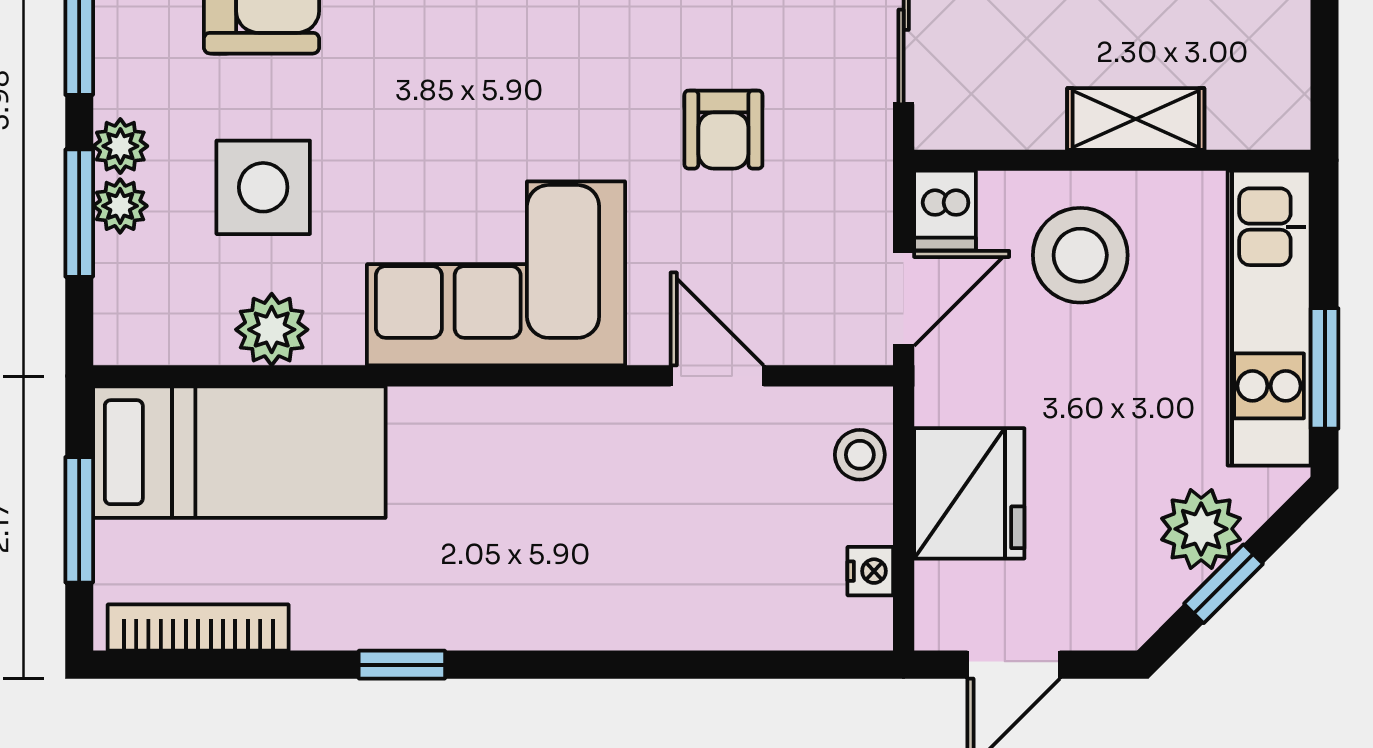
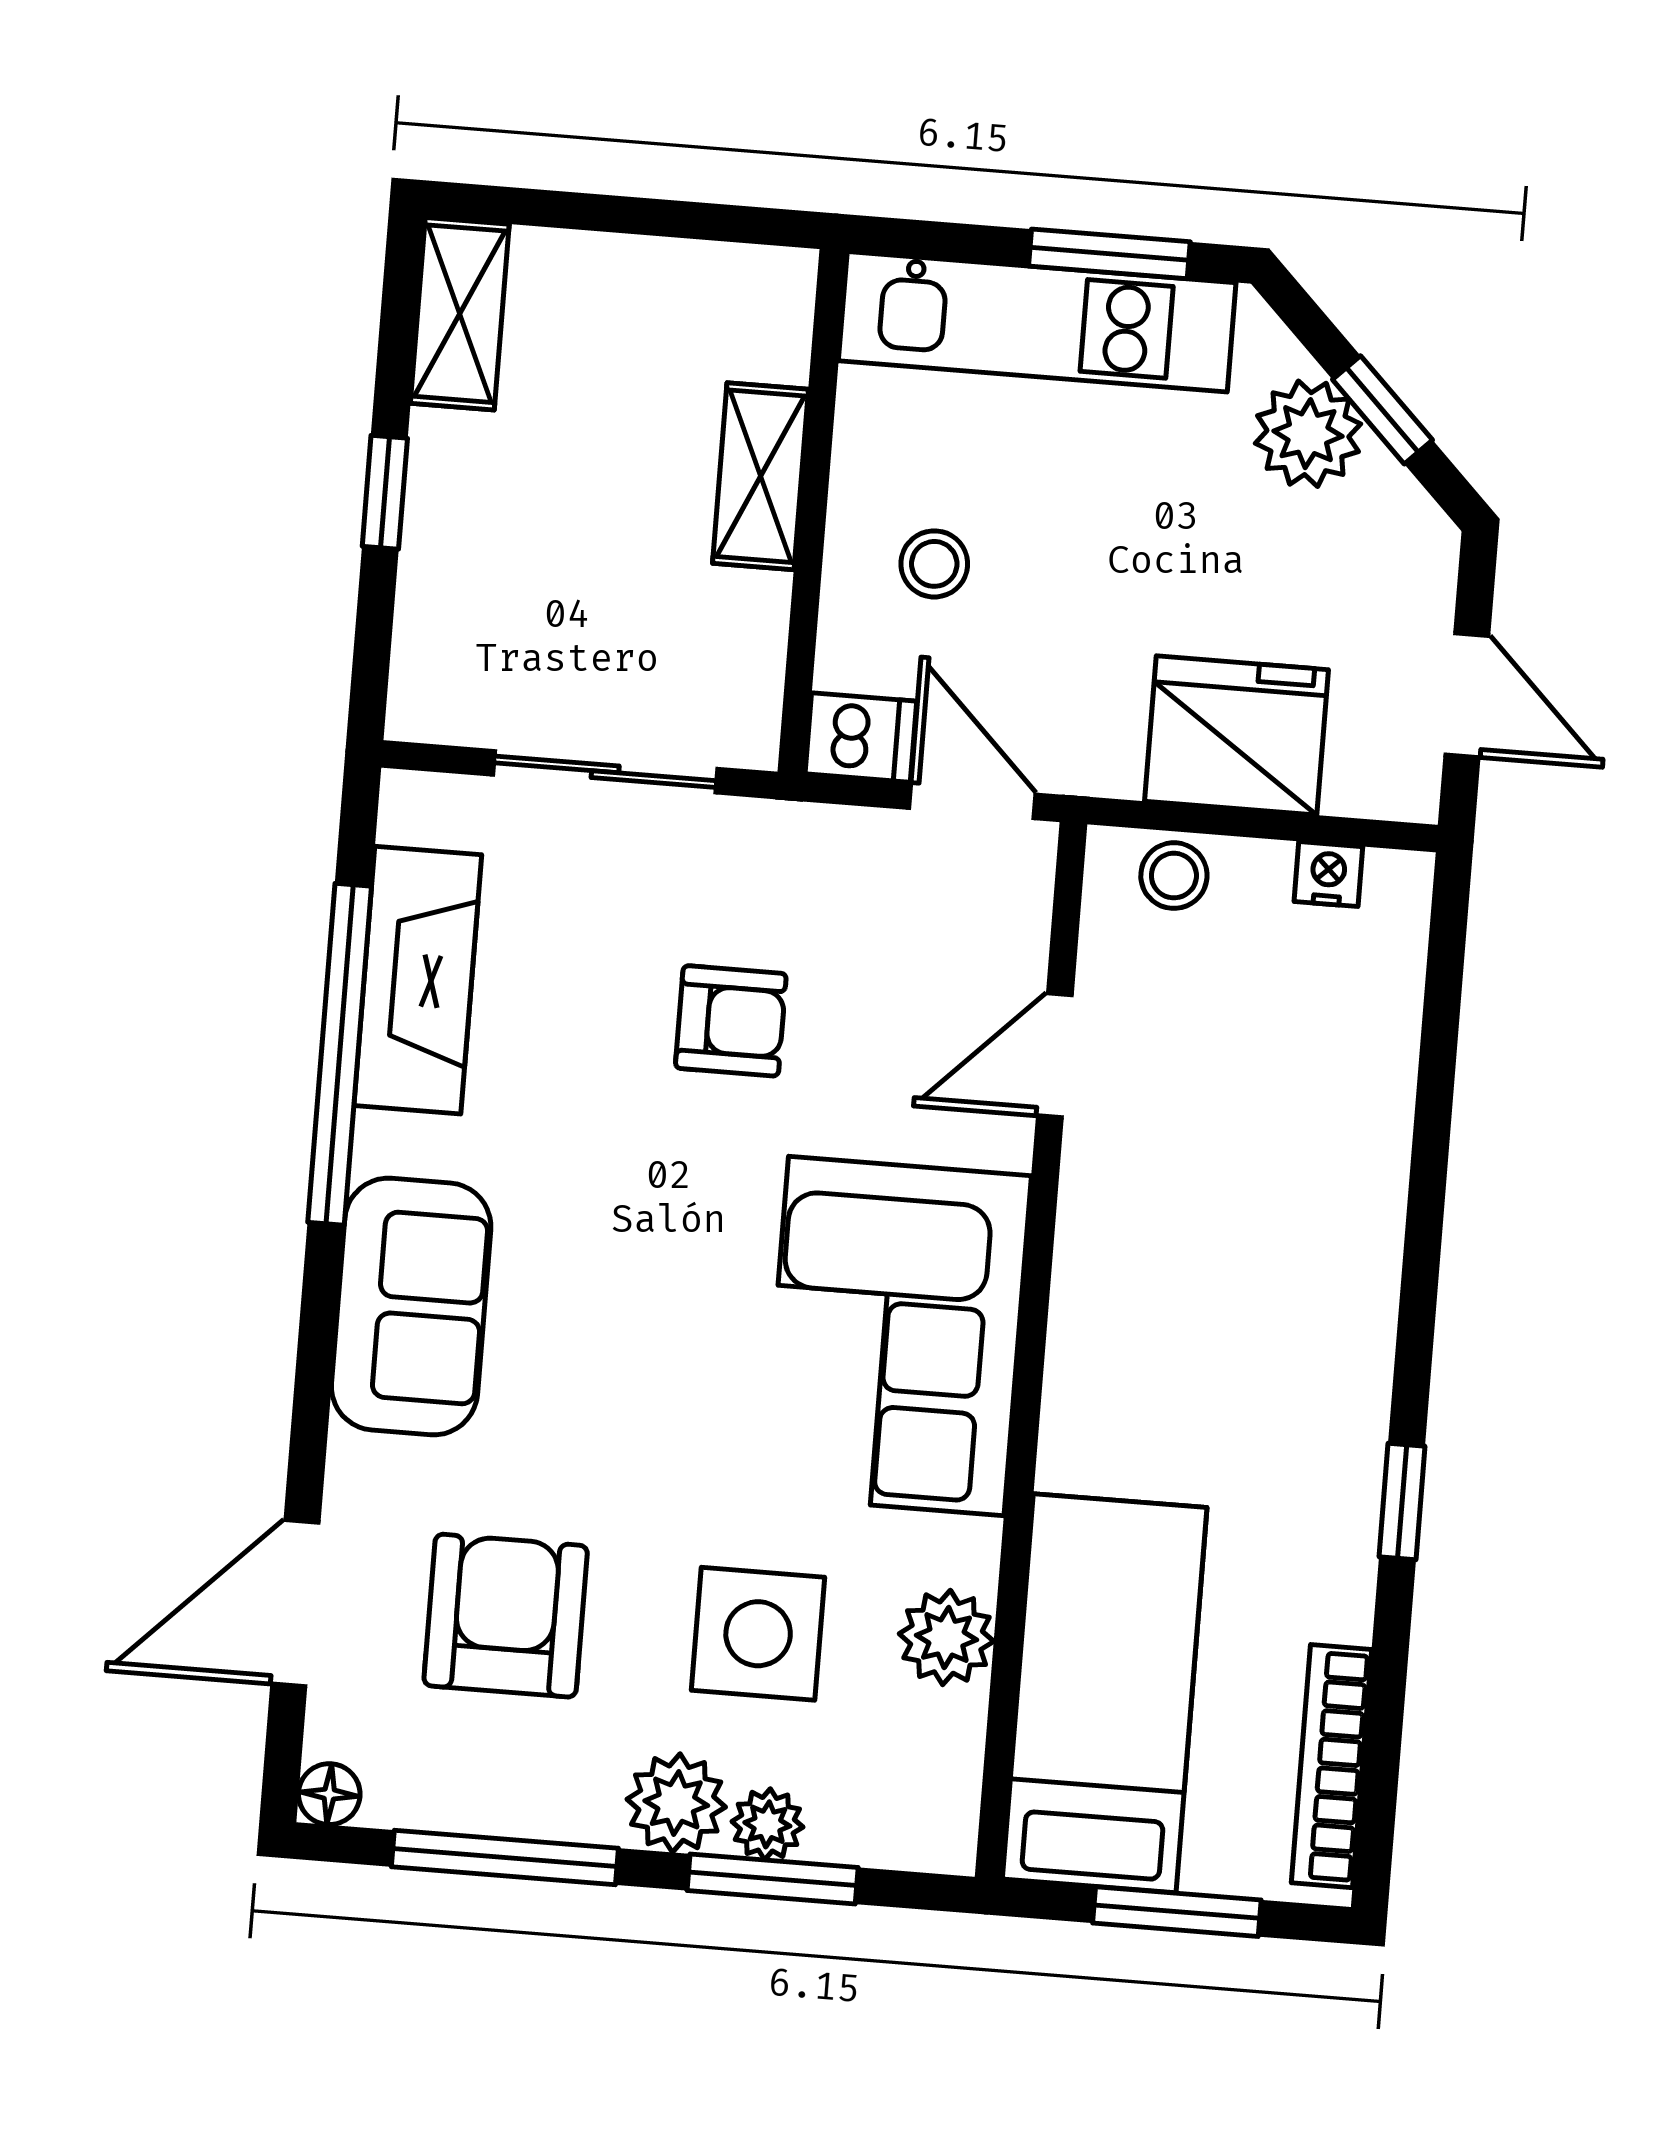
plant: (120, 146) -> (676, 1803), width x1.38, depth x1.38
stool: (1080, 255) -> (934, 564), width x0.53, depth x0.53

